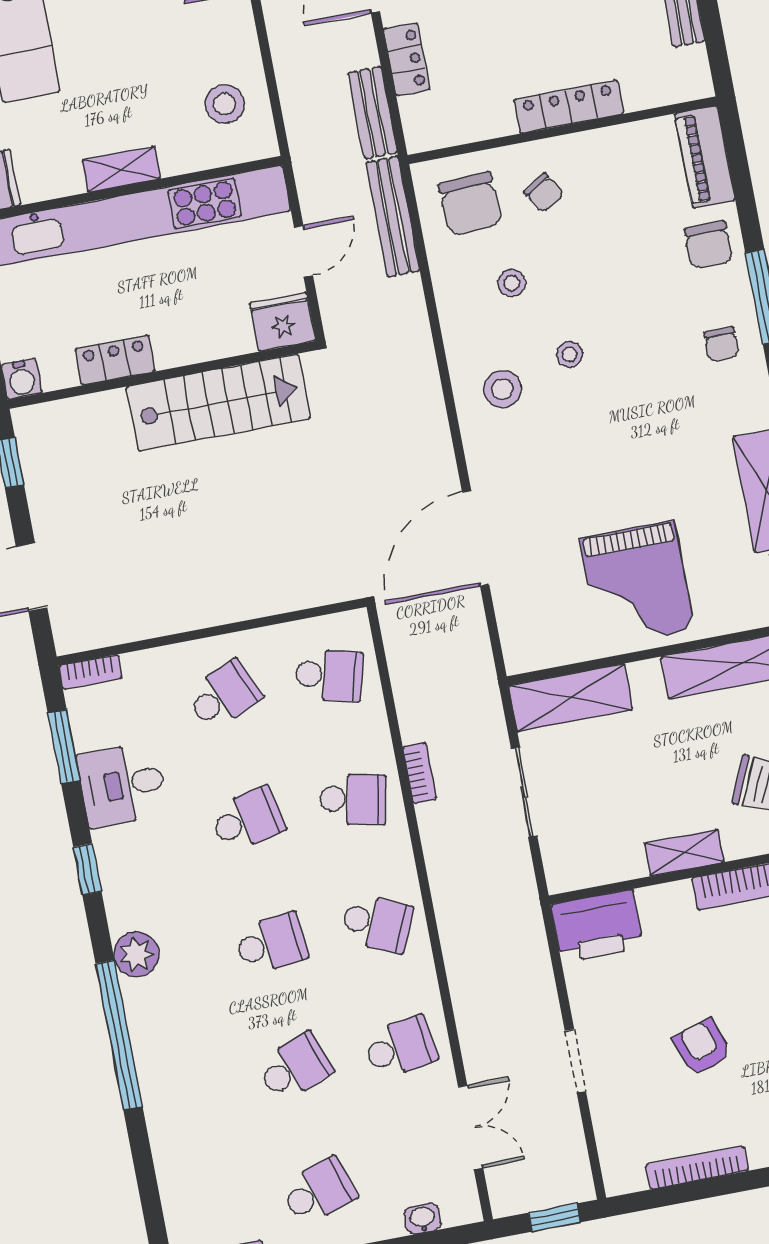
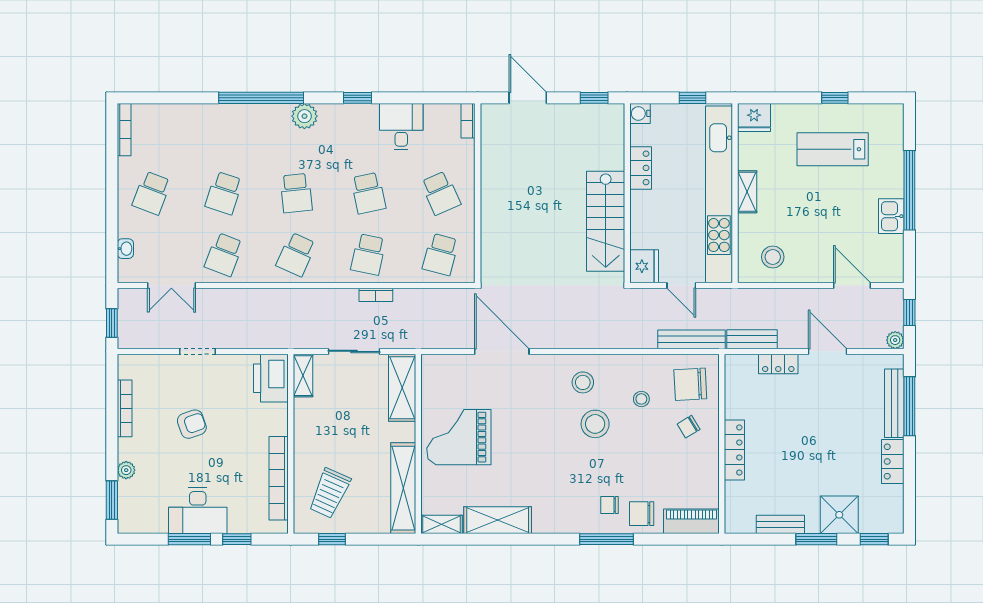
chair: (722, 344) -> (609, 505), moved
stool: (570, 354) -> (595, 424), width x1.89, depth x1.89
window: (64, 747) -> (429, 98), removed
shelving: (684, 853) -> (303, 376), moved
school desk: (400, 1047) -> (224, 254), turned 30
school desk: (295, 1067) -> (224, 193), turned 39
school desk: (318, 1192) -> (152, 193), turned 39

